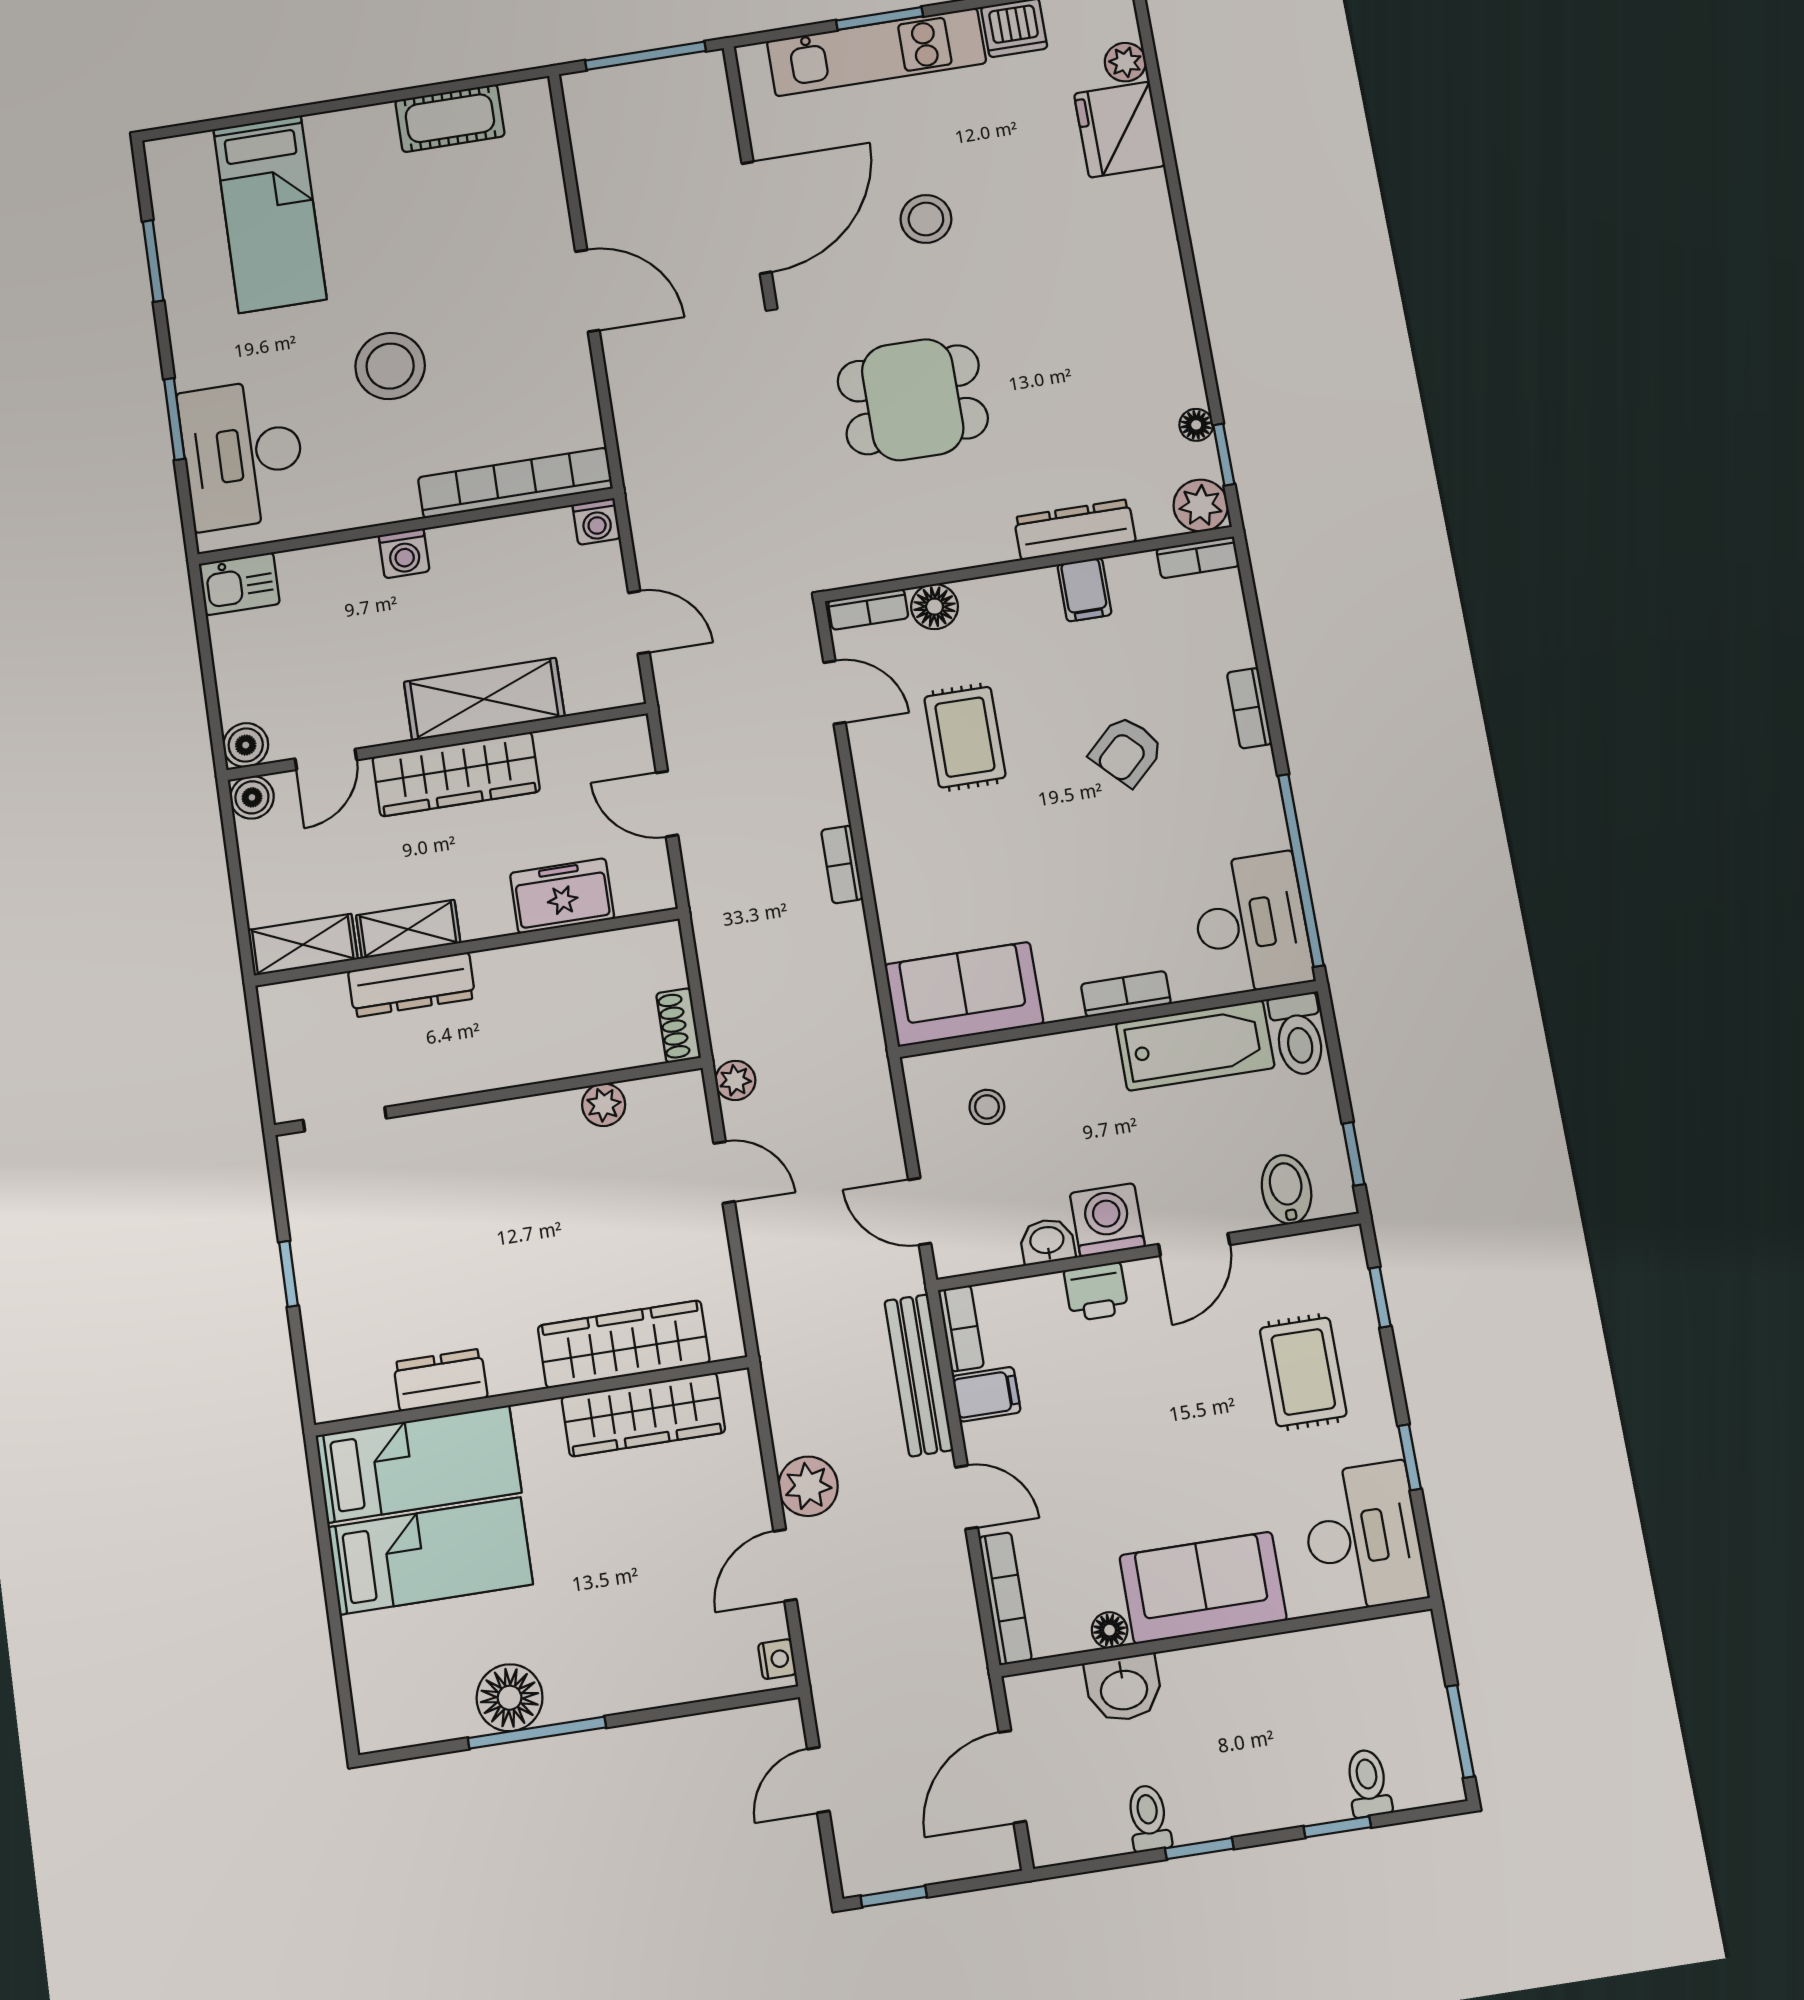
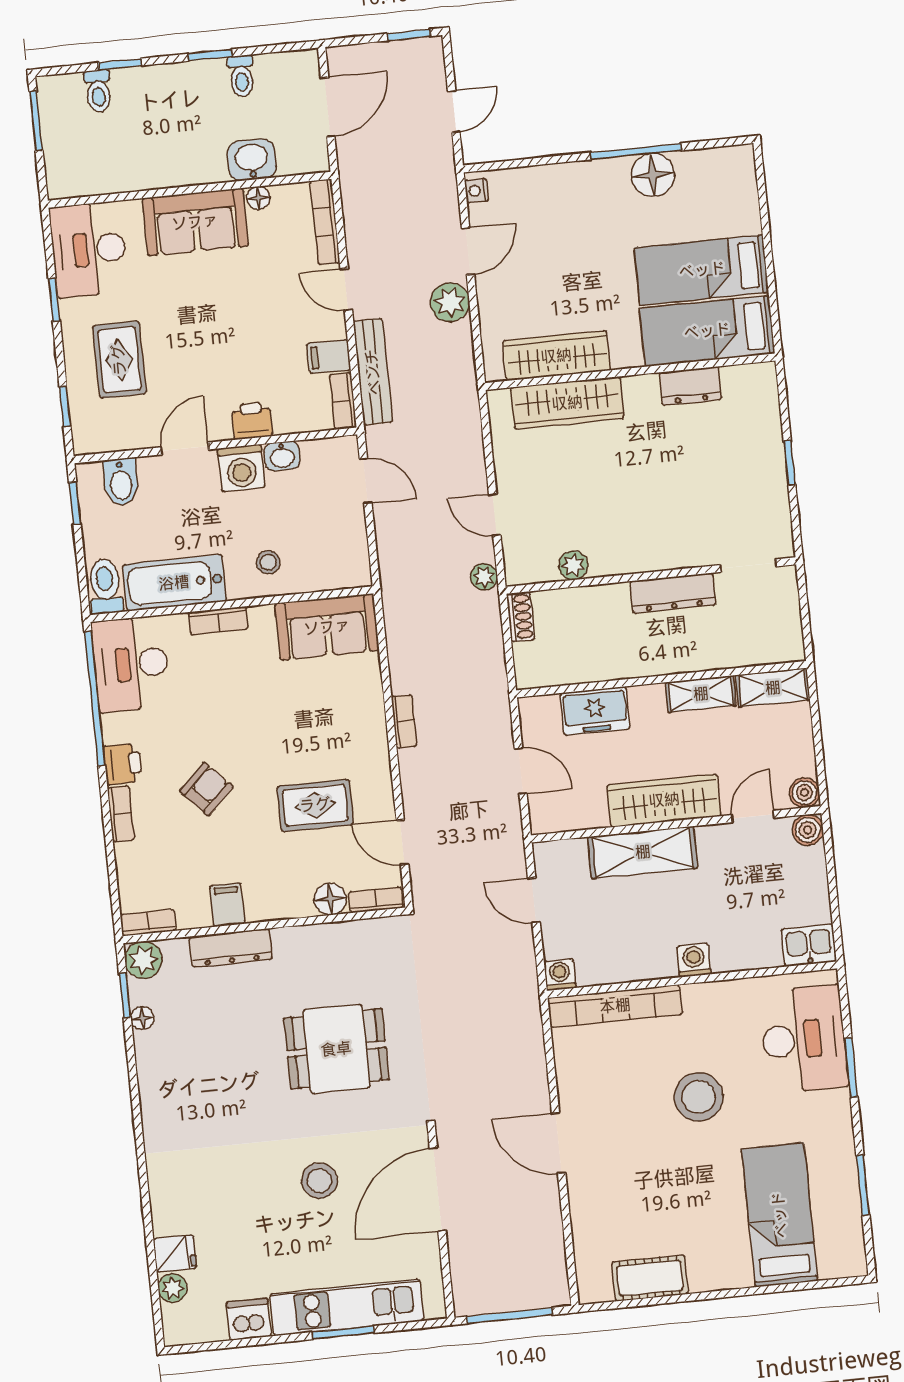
fridge: (1119, 130) -> (175, 1254), width x0.53, depth x0.75
rug: (965, 737) -> (315, 805), turned 90
printer: (1252, 779) -> (123, 764), added
dresser: (412, 985) -> (673, 593), moved, turned 180
stool: (987, 1107) -> (268, 562), moved

